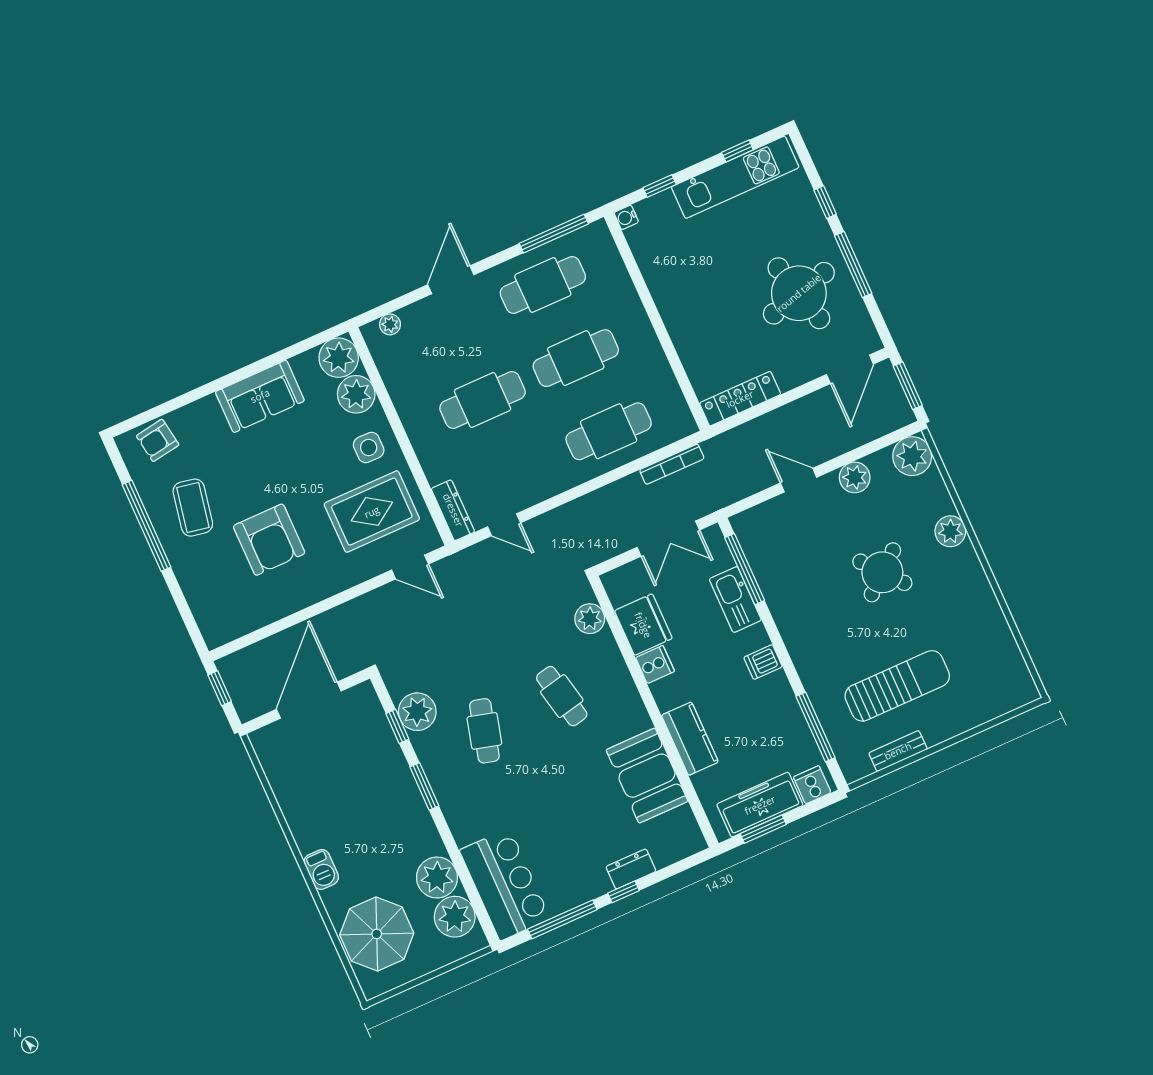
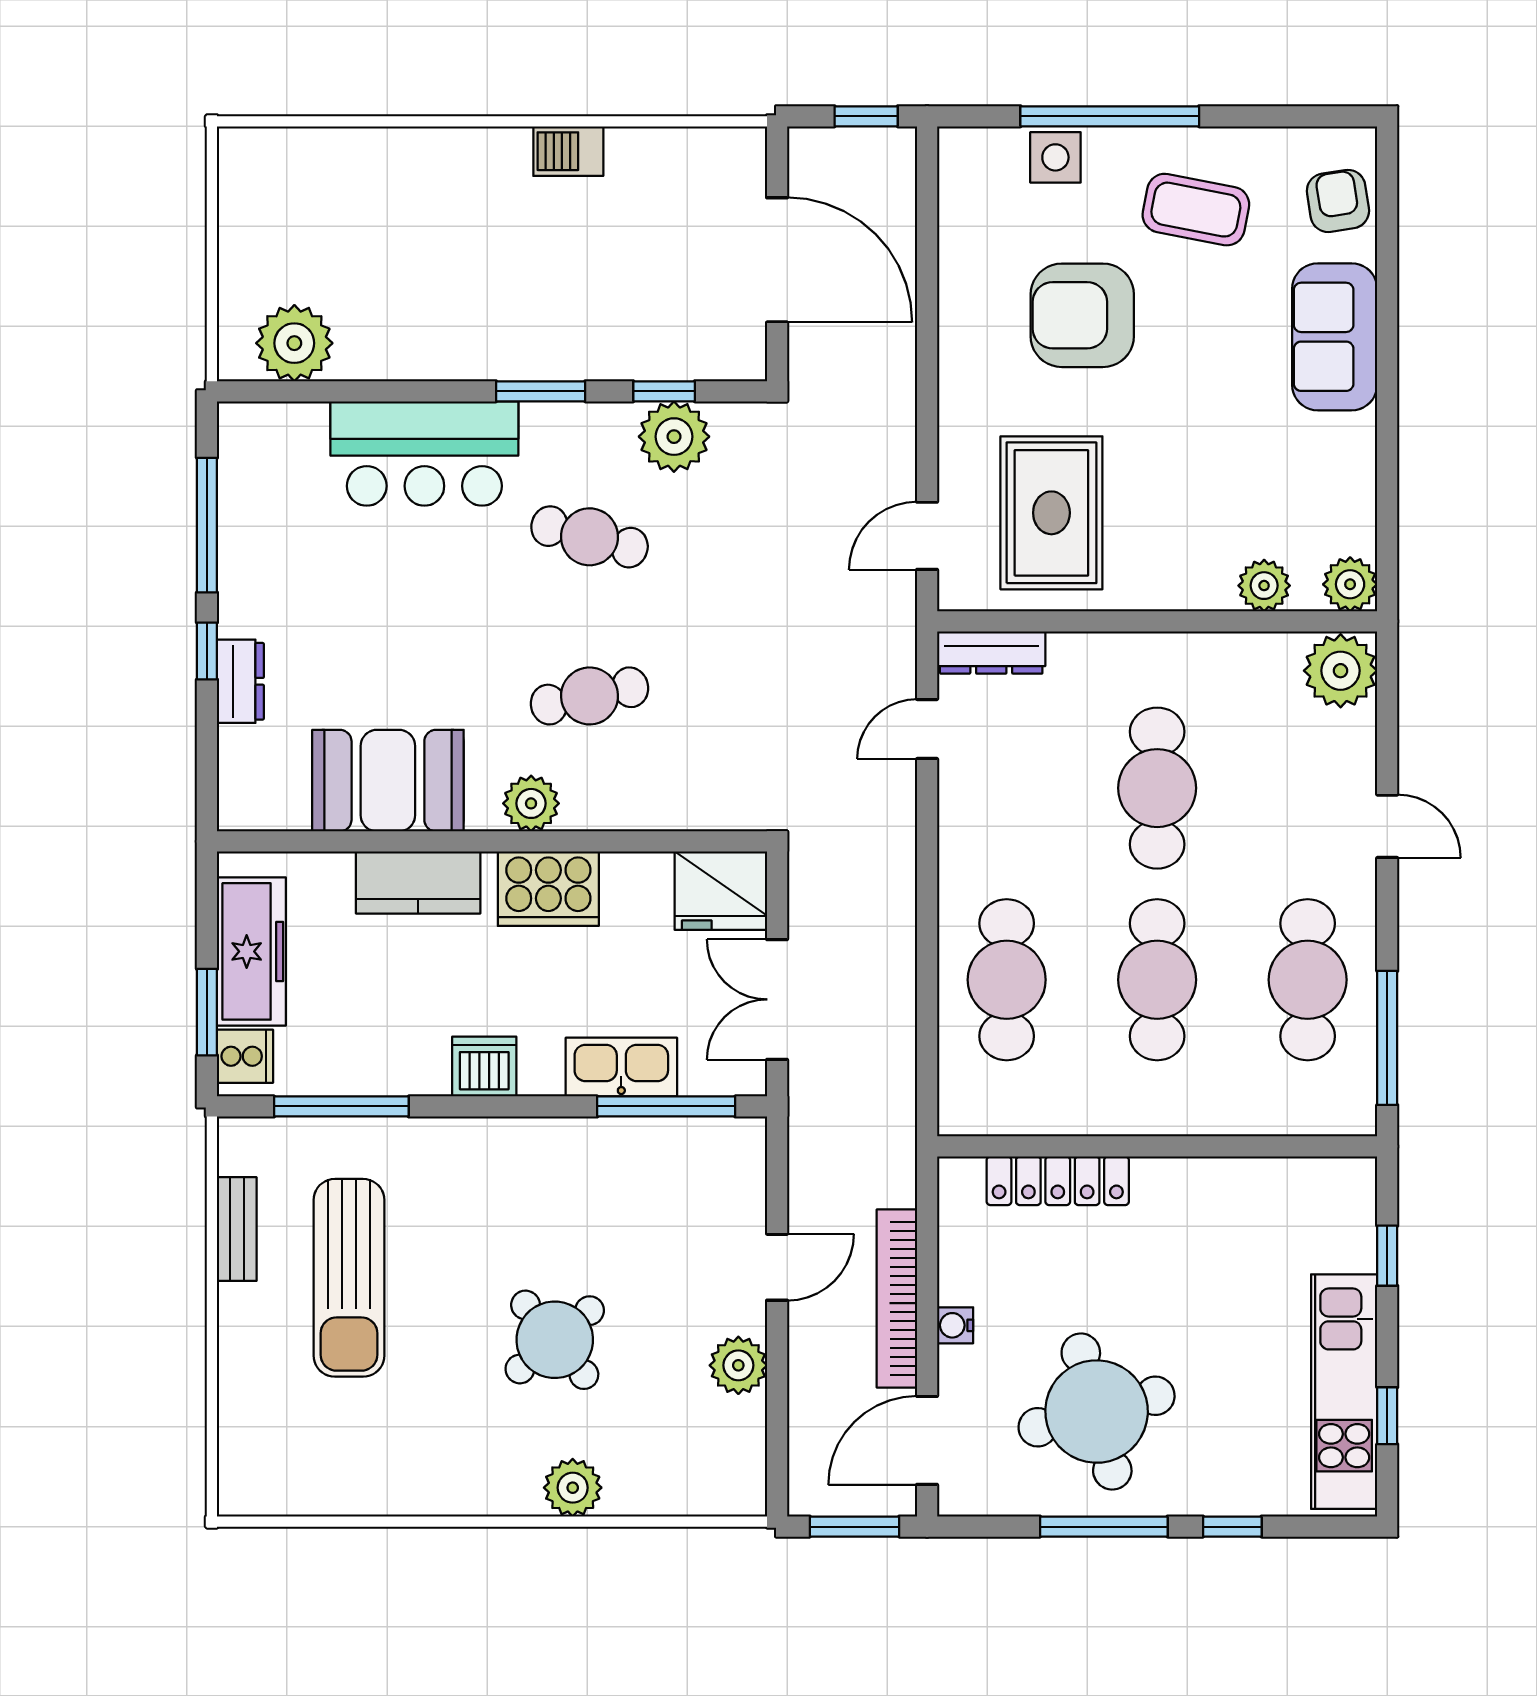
water cooler: (626, 217) -> (955, 1325), moved, turned -90
door: (451, 280) -> (1387, 826), width x0.73
plant: (390, 324) -> (1341, 671), width x1.88, depth x1.88
plant: (339, 358) -> (1350, 584), width x0.73, depth x0.73
door: (850, 369) -> (927, 1440), hinge flipped
plant: (356, 394) -> (1264, 586), width x0.73, depth x0.73
sofa: (260, 396) -> (1335, 337), moved
locker: (740, 399) -> (1058, 1181), moved, turned 90
side table: (369, 448) -> (1055, 157), moved
plant: (912, 456) -> (731, 1480), removed
bookcase: (672, 464) -> (897, 1299), moved, width x1.48, depth x1.31
window: (147, 526) -> (1110, 116), moved
plant: (590, 619) -> (531, 803), moved
fridge: (643, 625) -> (721, 891), moved
dishwasher: (763, 662) -> (484, 1066), width x1.38
cooker: (655, 664) -> (548, 889), width x1.87, depth x1.31
window: (763, 829) -> (207, 1012), moved
barbecue: (321, 869) -> (568, 151), moved
plant: (437, 878) -> (375, 343), removed
bar counter: (505, 884) -> (424, 454), moved
parasol: (377, 934) -> (325, 196), removed

